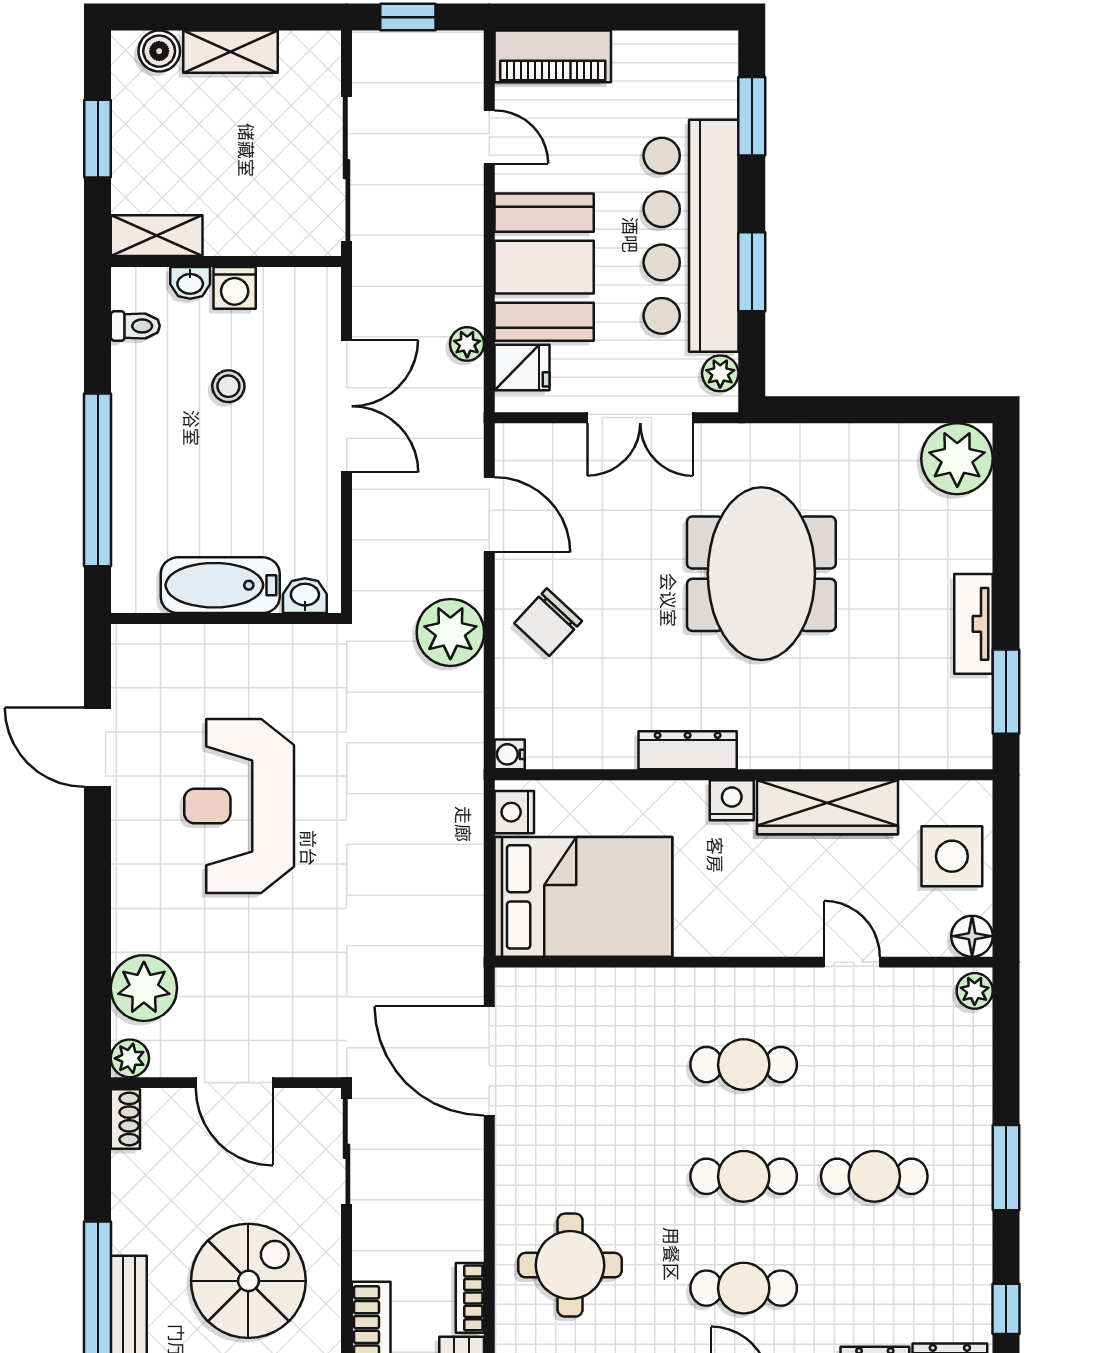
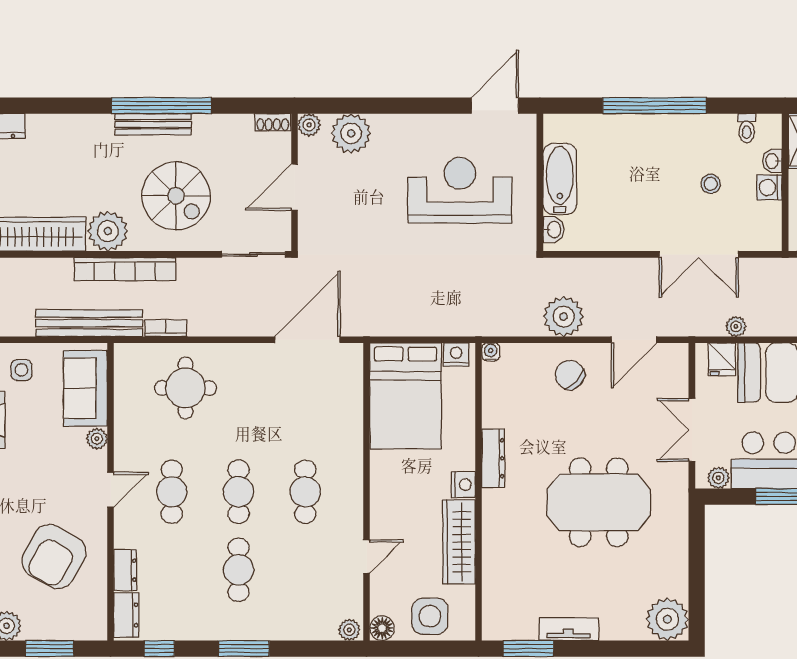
bathtub: (220, 585) -> (560, 179), moved
washbasin: (305, 596) -> (554, 230), moved
wall: (226, 619) -> (540, 182), moved

